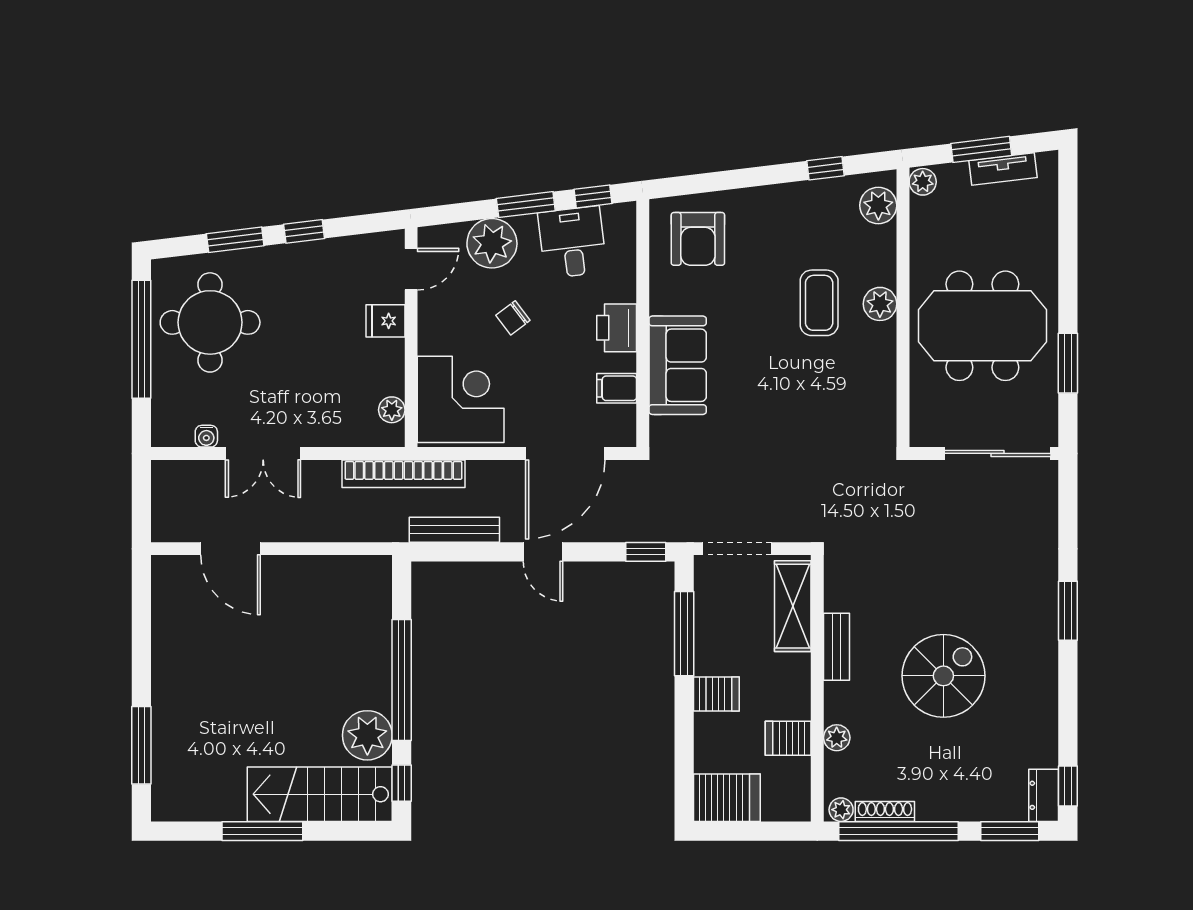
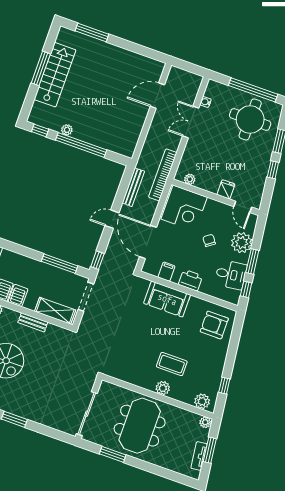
server rack: (716, 694) -> (18, 295), moved, turned 180
plant: (367, 735) -> (67, 130), width x0.53, depth x0.53
stairs: (320, 794) -> (55, 75), moved

